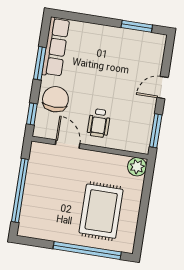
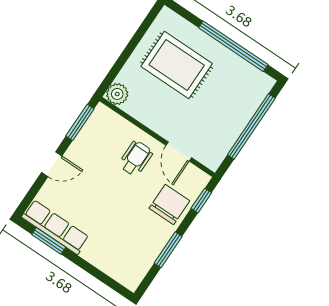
row of seats: (56, 47) -> (55, 227), moved, turned 90
chair: (55, 99) -> (169, 205), turned 180
rug: (101, 211) -> (177, 65), turned 90
window: (87, 250) -> (233, 46), moved

